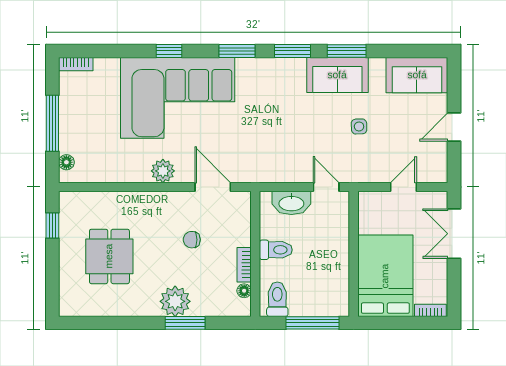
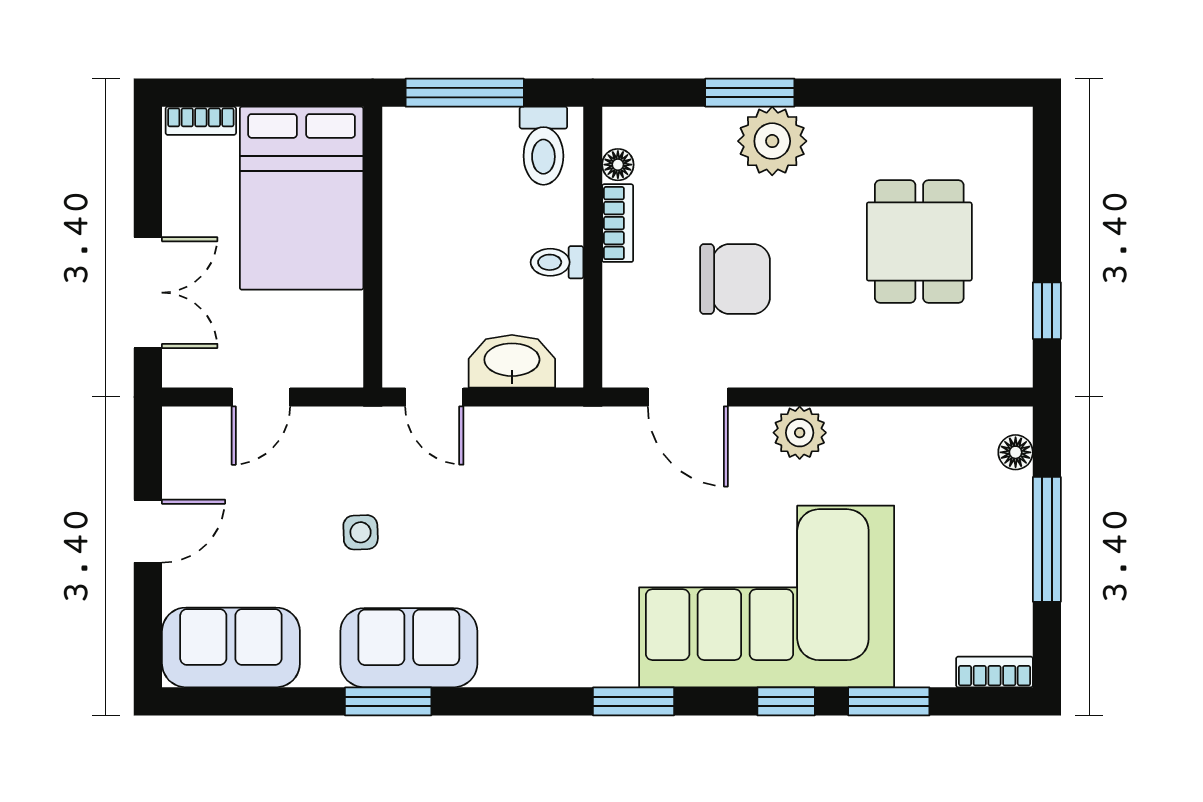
window: (293, 51) -> (889, 701), moved
chair: (192, 240) -> (735, 279), width x1.87, depth x1.87
toilet: (276, 250) -> (557, 262), width x0.73, depth x0.72

